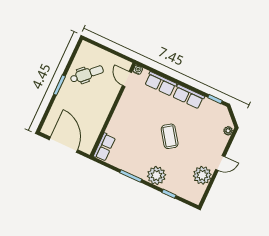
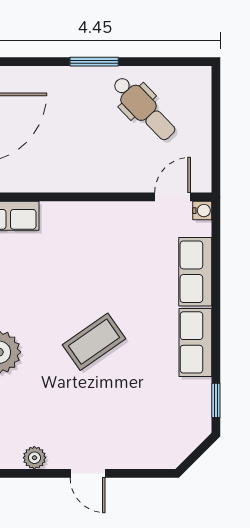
plant: (228, 131) -> (162, 459), removed
plant: (202, 175) -> (34, 458), width x0.53, depth x0.53

